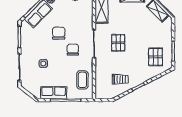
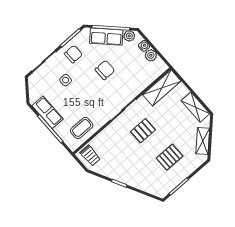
chair: (73, 50) -> (73, 54), moved
pallet: (155, 57) -> (170, 157), moved
trolley: (120, 79) -> (90, 156), moved

